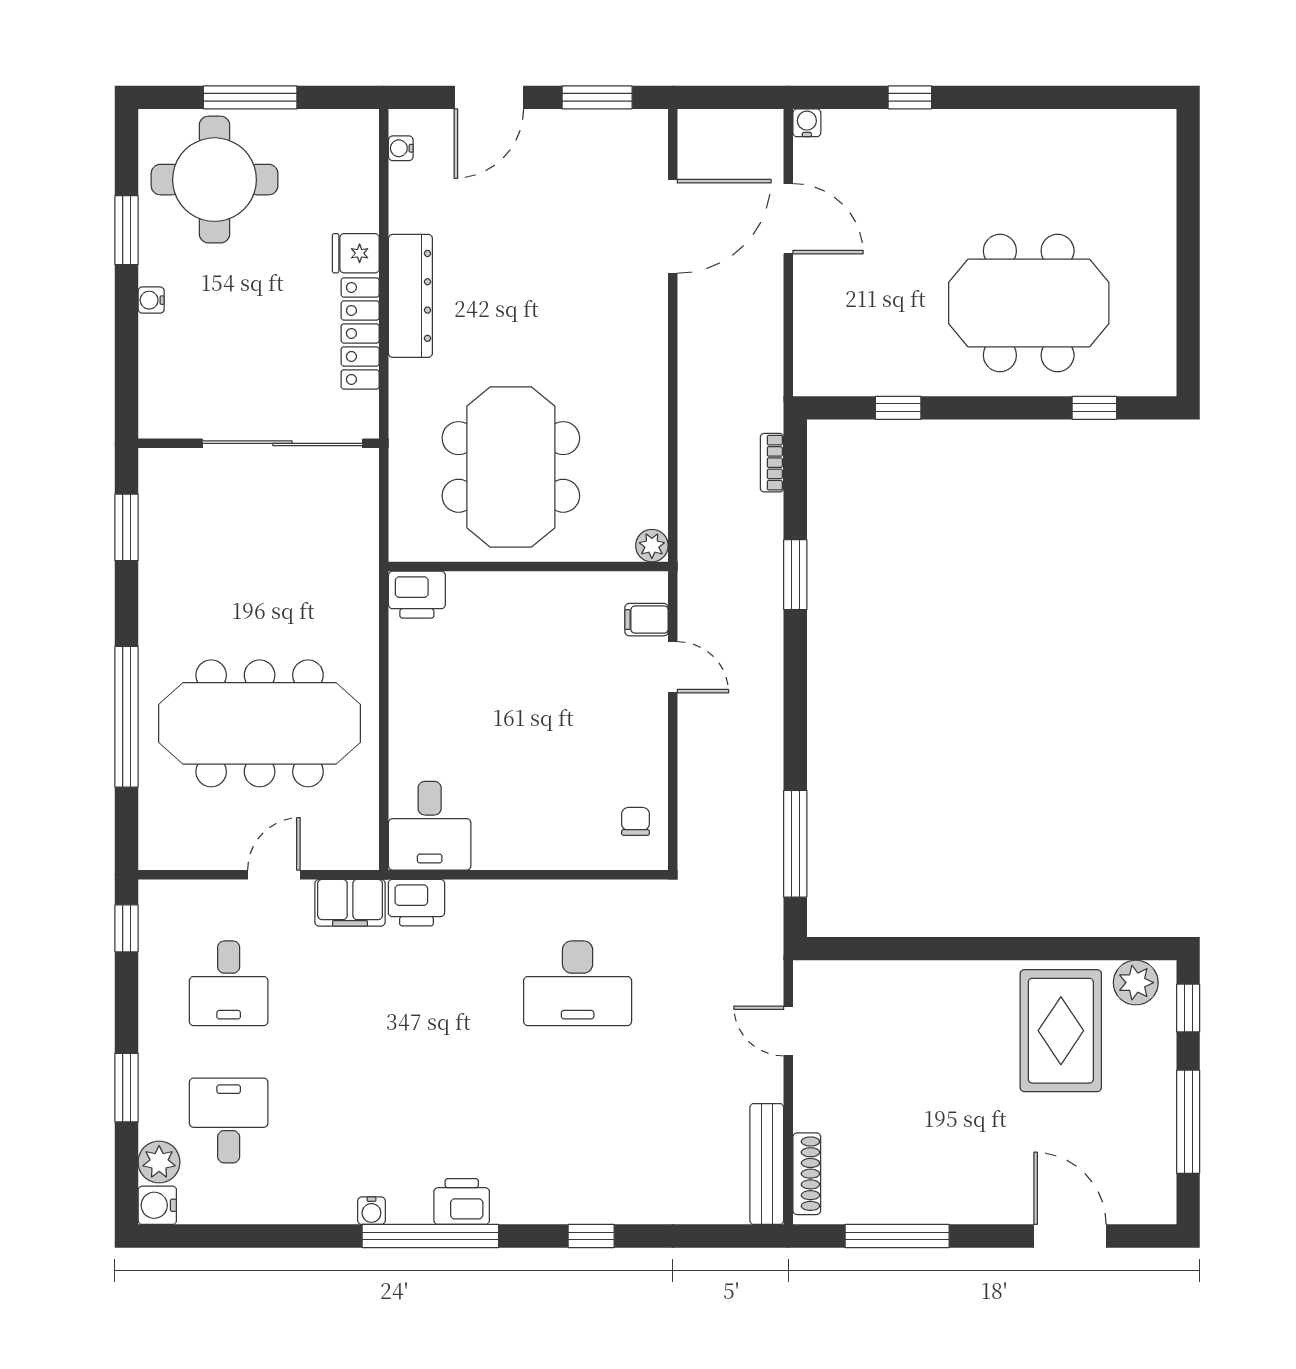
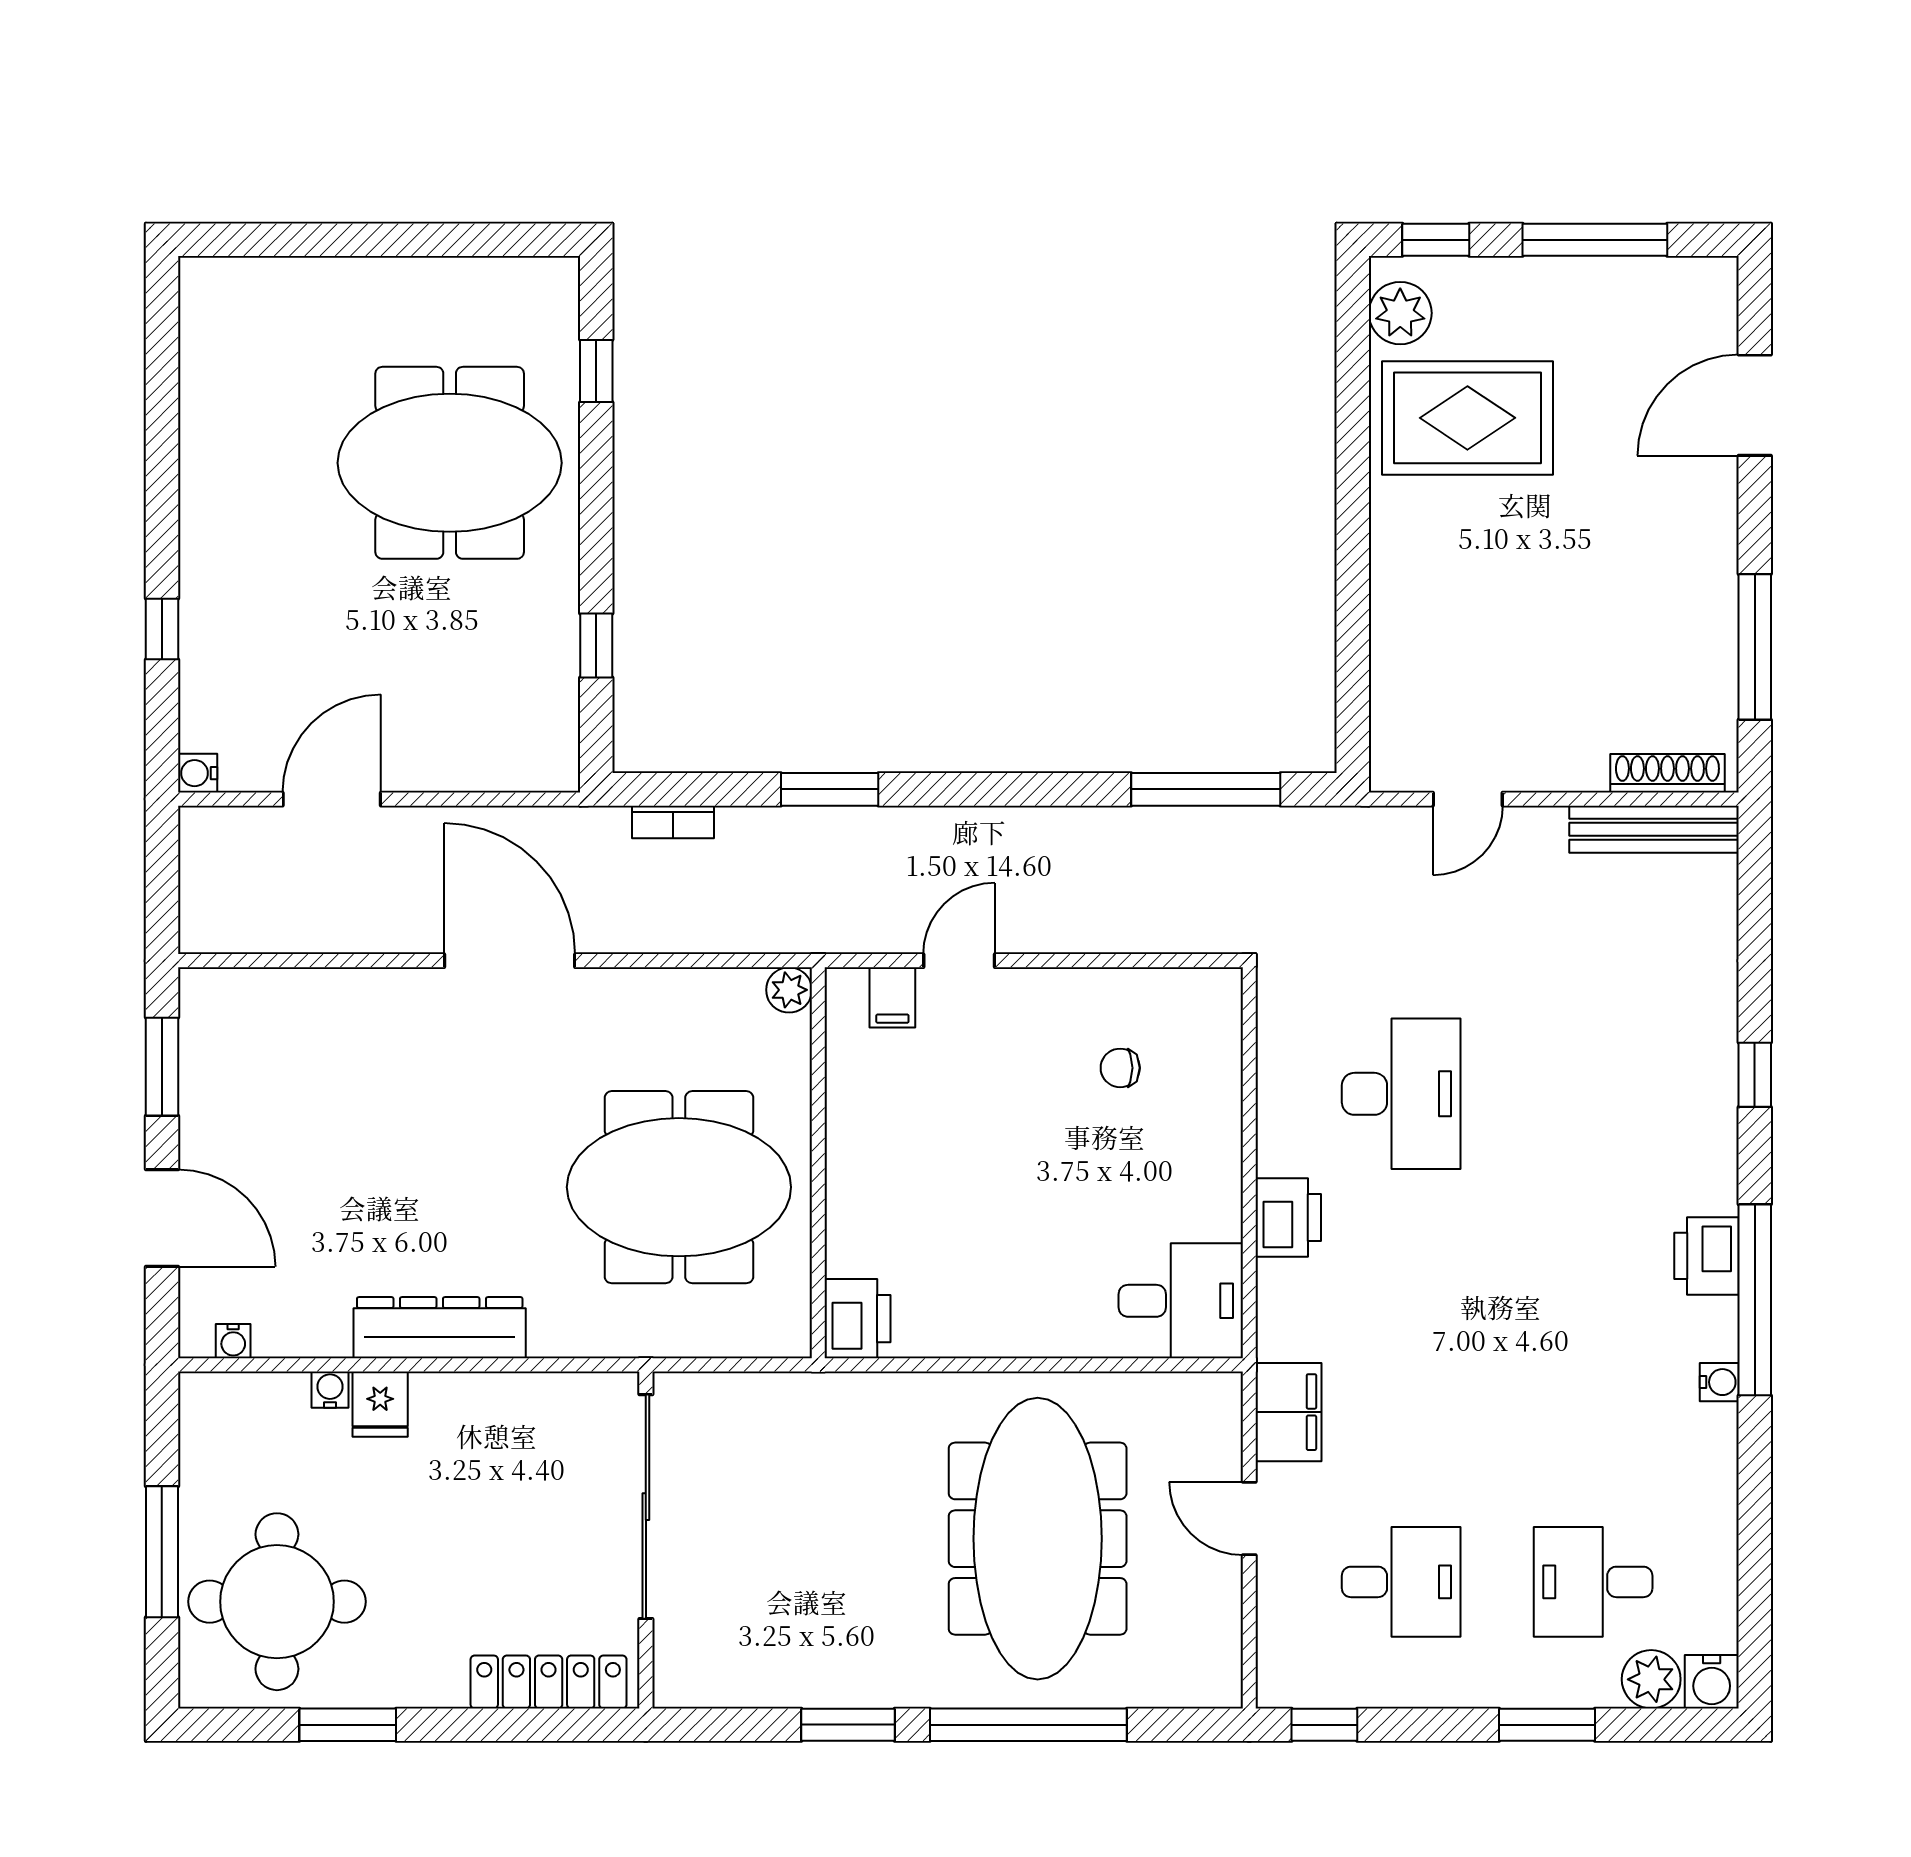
door: (673, 226) -> (510, 961), moved
water cooler: (151, 300) -> (330, 1390), moved, turned 180
meeting table: (1029, 303) -> (450, 463), turned 90
locker: (360, 333) -> (549, 1682), moved, turned 180
window: (127, 527) -> (848, 1725), moved
chair: (635, 821) -> (1120, 1068), moved
printer: (416, 903) -> (1288, 1217), moved

